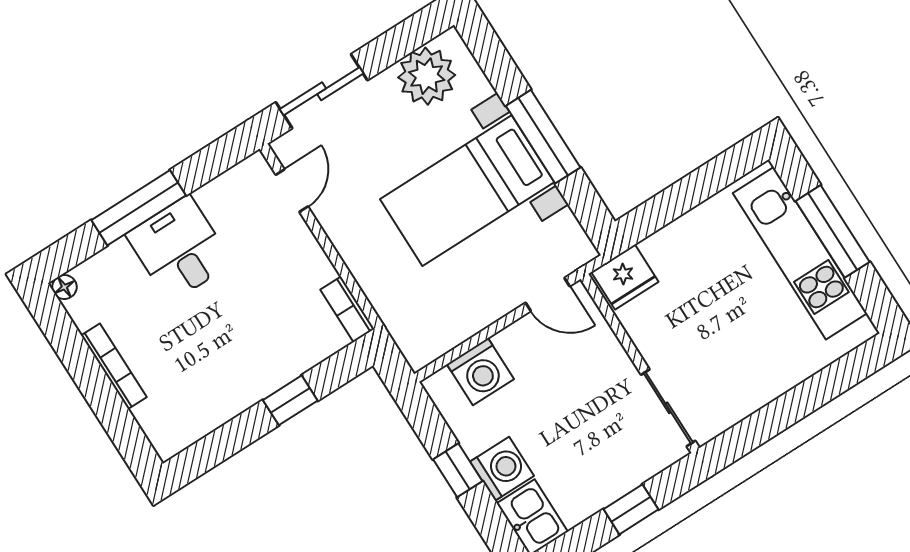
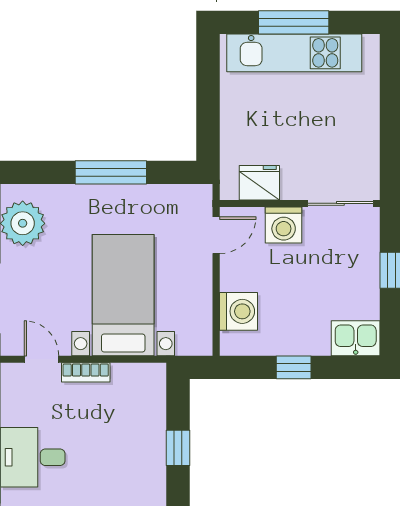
bed with nightstands: (467, 191) -> (123, 295), moved, turned 180
fridge: (625, 277) -> (259, 183), moved, turned -90
bookcase: (347, 309) -> (86, 372), moved
washing machine: (502, 469) -> (284, 225), moved, turned 180

